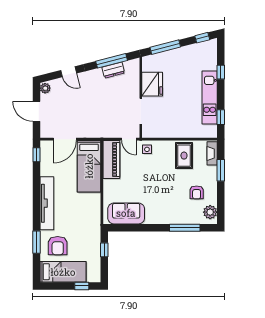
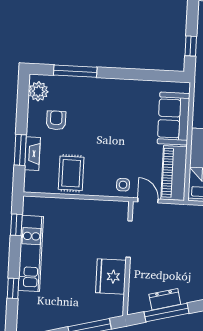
fireplace: (212, 153) -> (32, 154), moved
sofa: (126, 213) -> (174, 119), moved, turned 90

